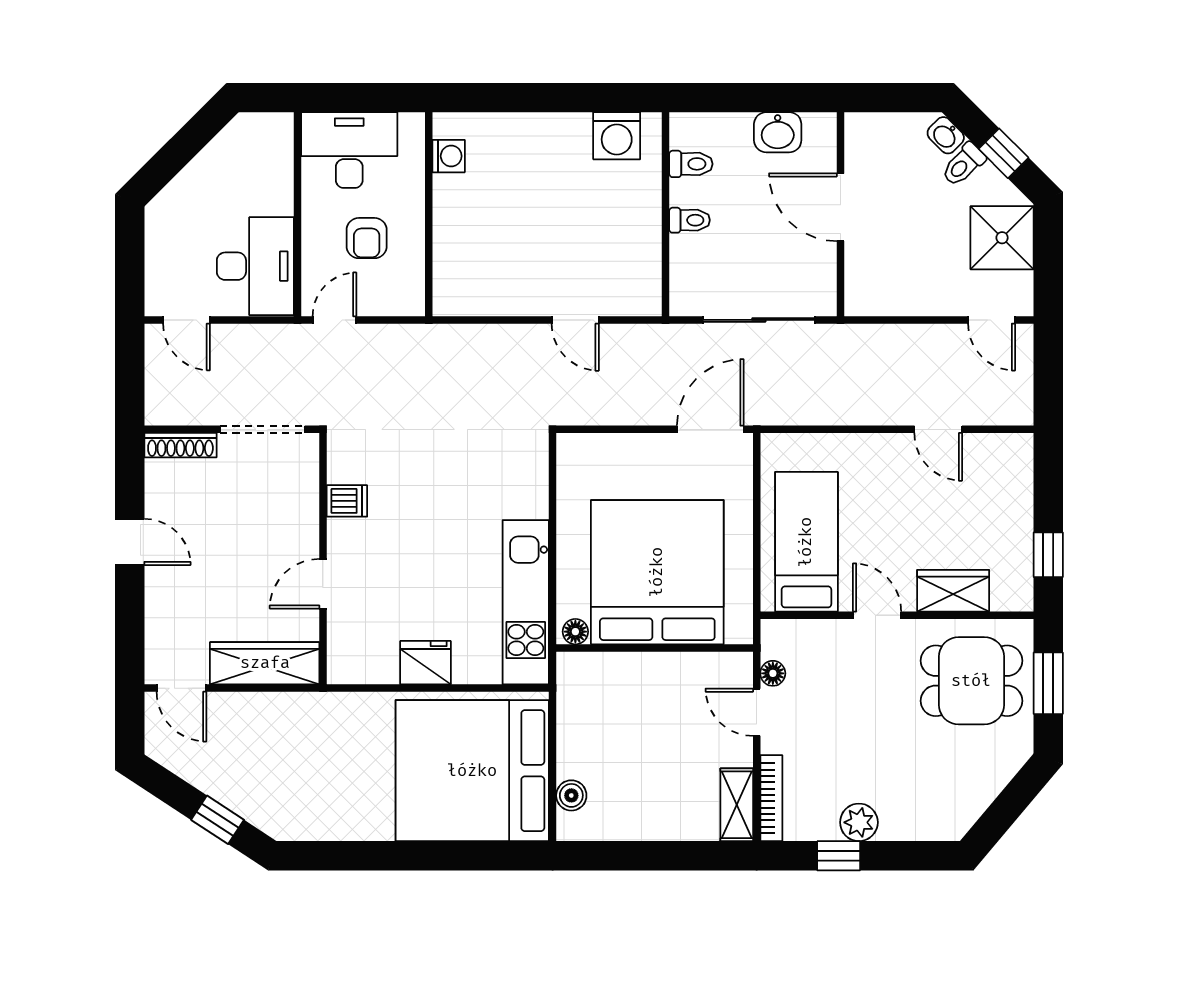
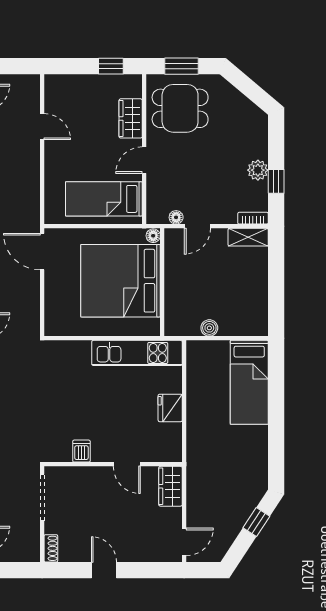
door: (938, 429) -> (42, 127), hinge flipped
shoe rack: (180, 445) -> (51, 548), width x0.70
door: (130, 542) -> (104, 570), hinge flipped
floor lamp: (575, 632) -> (153, 236), moved
wardrobe: (265, 663) -> (171, 486), width x0.67
dining table: (971, 681) -> (180, 108), turned 90
bed: (472, 771) -> (249, 382), width x0.49
boiler: (571, 795) -> (209, 328), moved
bookcase: (771, 798) -> (253, 218), width x0.64

